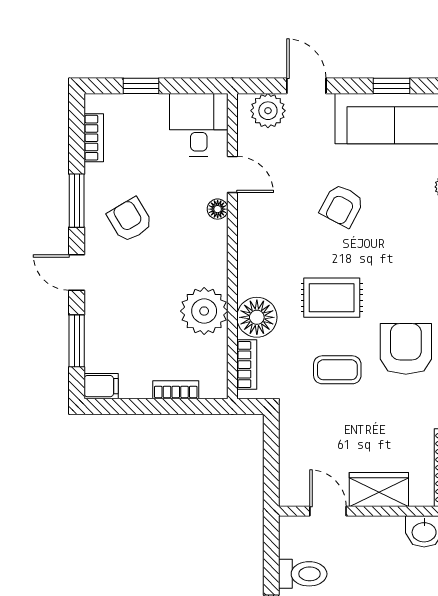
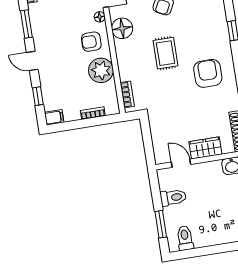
armchair: (130, 220) -> (91, 42), moved, turned -59
rug: (332, 298) -> (165, 53), turned 90
floor lamp: (257, 317) -> (122, 28), moved
window: (77, 341) -> (38, 96), width x0.67
coffee table: (337, 370) -> (174, 90), removed

